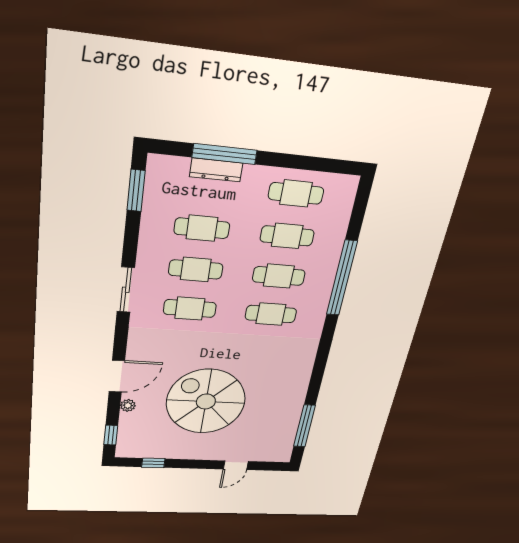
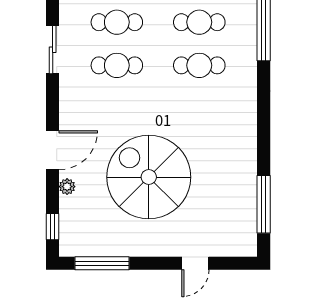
window: (153, 463) -> (102, 263), width x2.17

